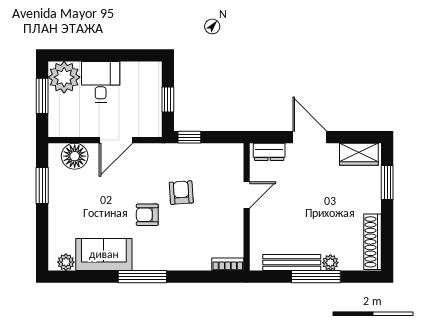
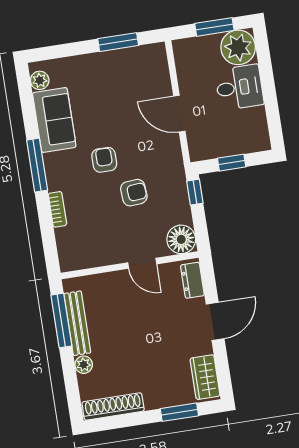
floor lamp: (75, 156) -> (181, 239), moved
bookcase: (228, 264) -> (57, 209), moved
window: (316, 277) -> (61, 321), moved

